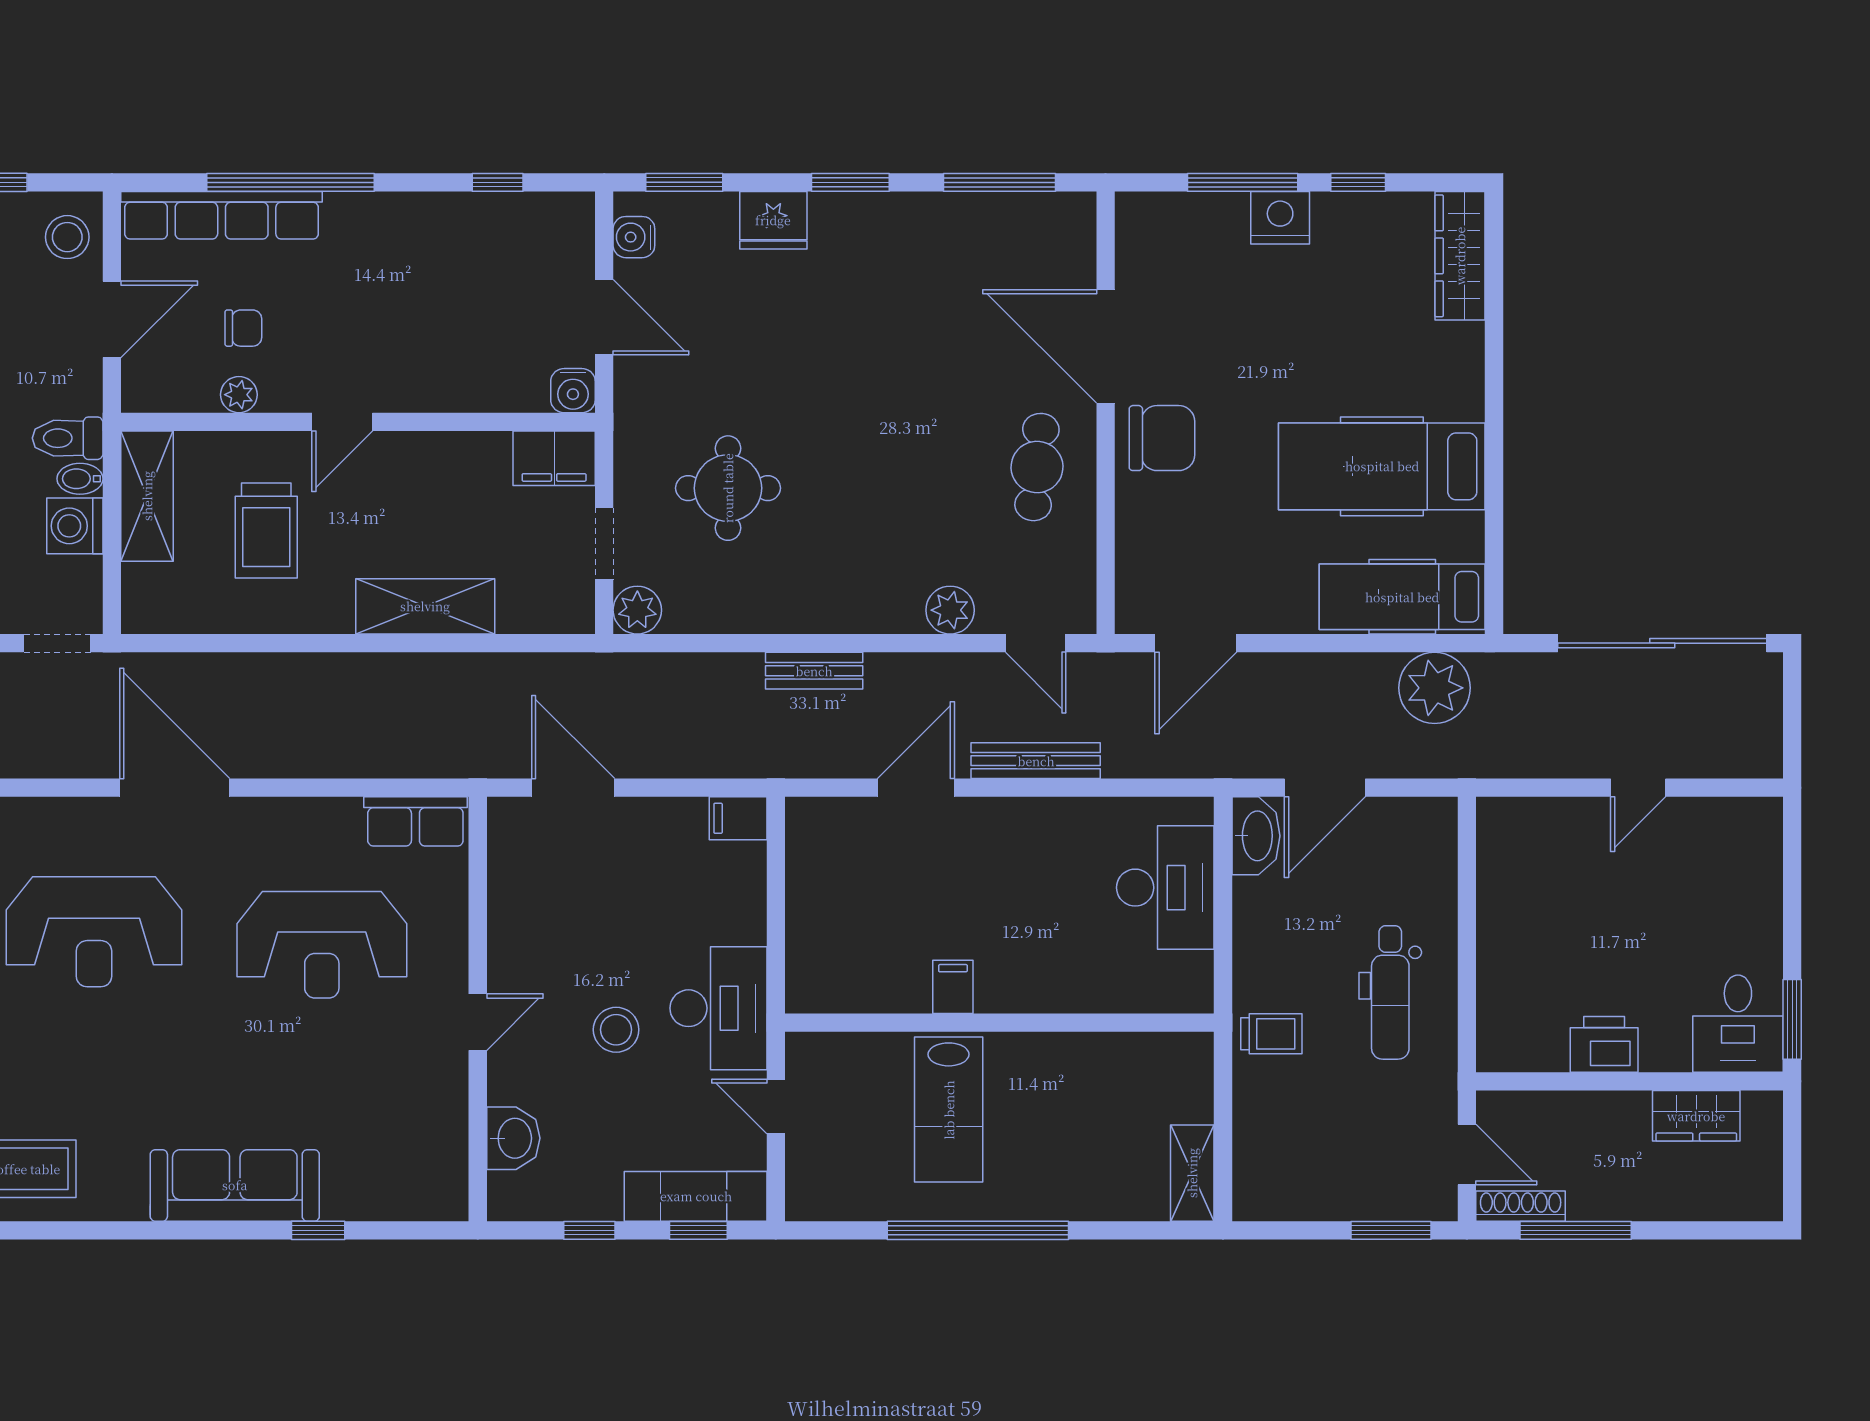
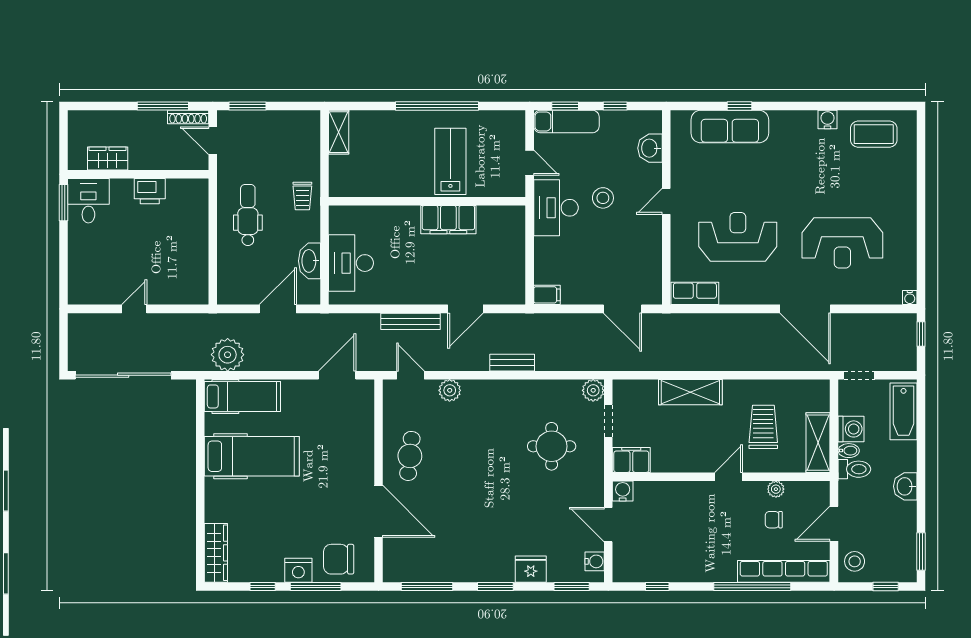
chair: (1162, 438) -> (339, 559), moved
washbasin: (1256, 836) -> (309, 261), moved
reception desk: (94, 932) -> (842, 243), turned 180
filing cabinet: (953, 987) -> (448, 220), width x3.00, depth x1.17
trolley: (1271, 1034) -> (302, 196), turned -90
sofa: (235, 1185) -> (730, 126), moved
water cooler: (126, 1201) -> (828, 119), added

